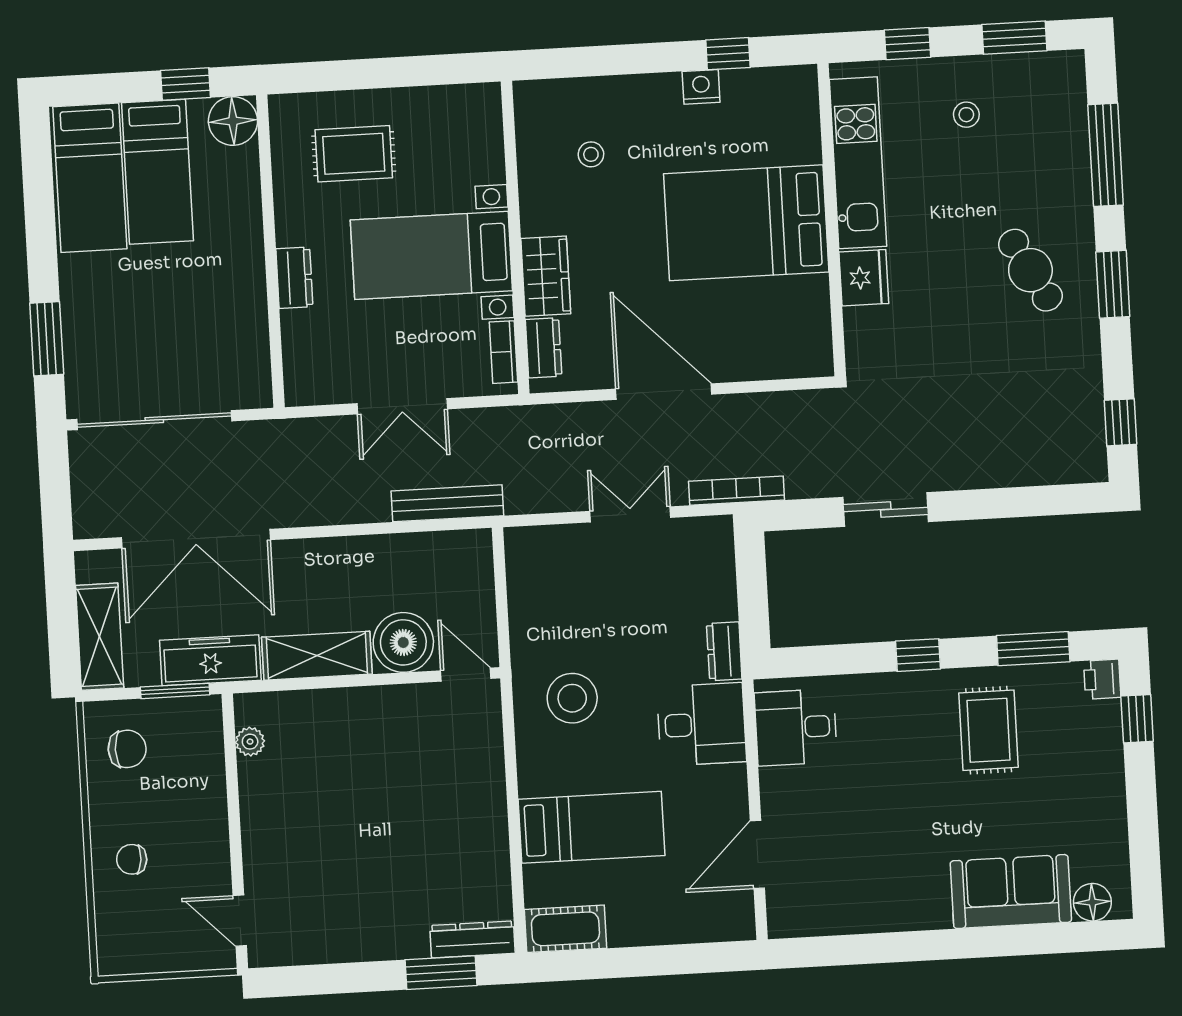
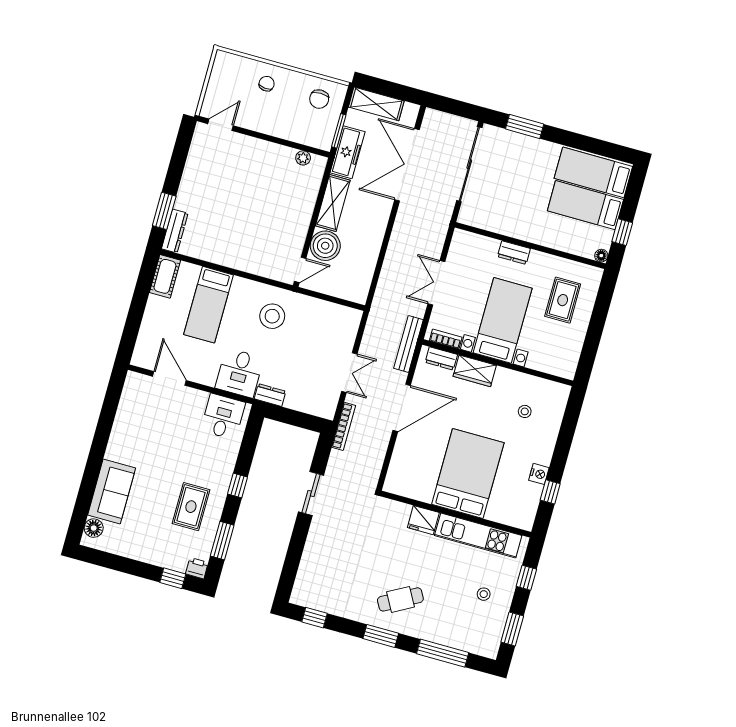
floor lamp: (233, 121) -> (601, 256), width x0.53, depth x0.53
bench: (447, 503) -> (408, 344), moved
rug: (989, 730) -> (191, 507), turned 90

